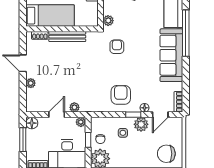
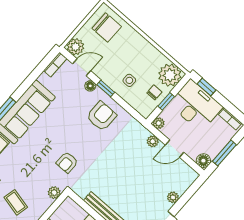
armchair: (121, 95) -> (101, 116), turned 180
plant: (141, 124) -> (75, 47), moved

